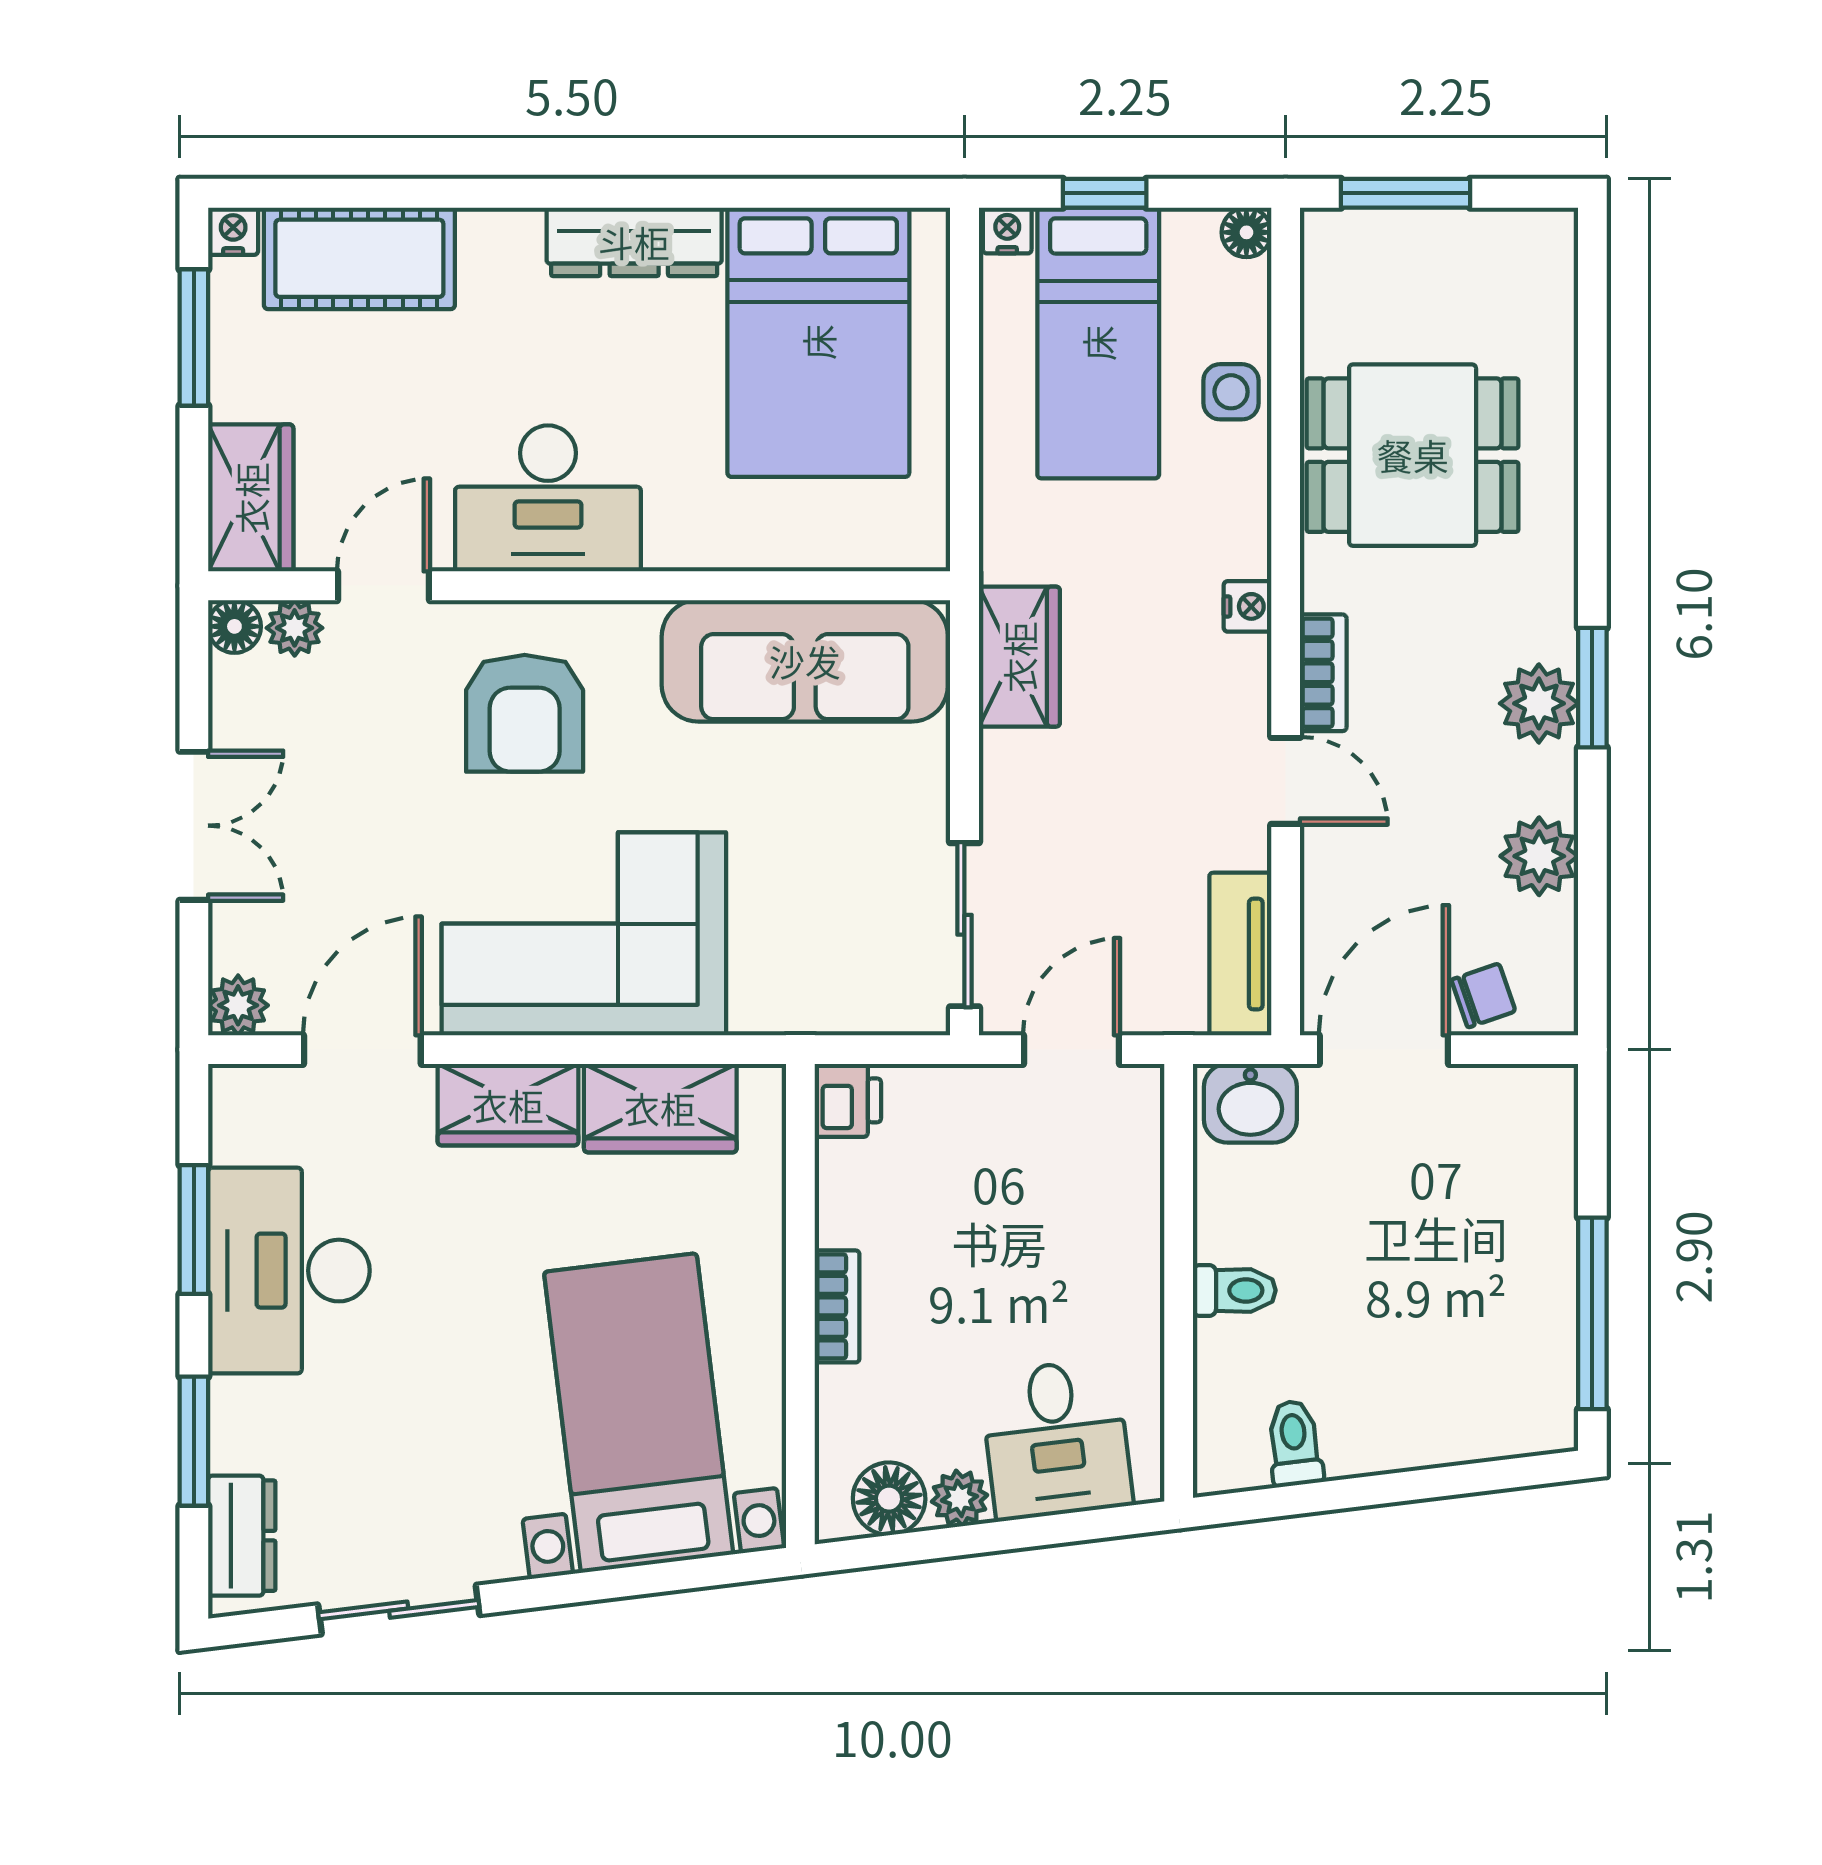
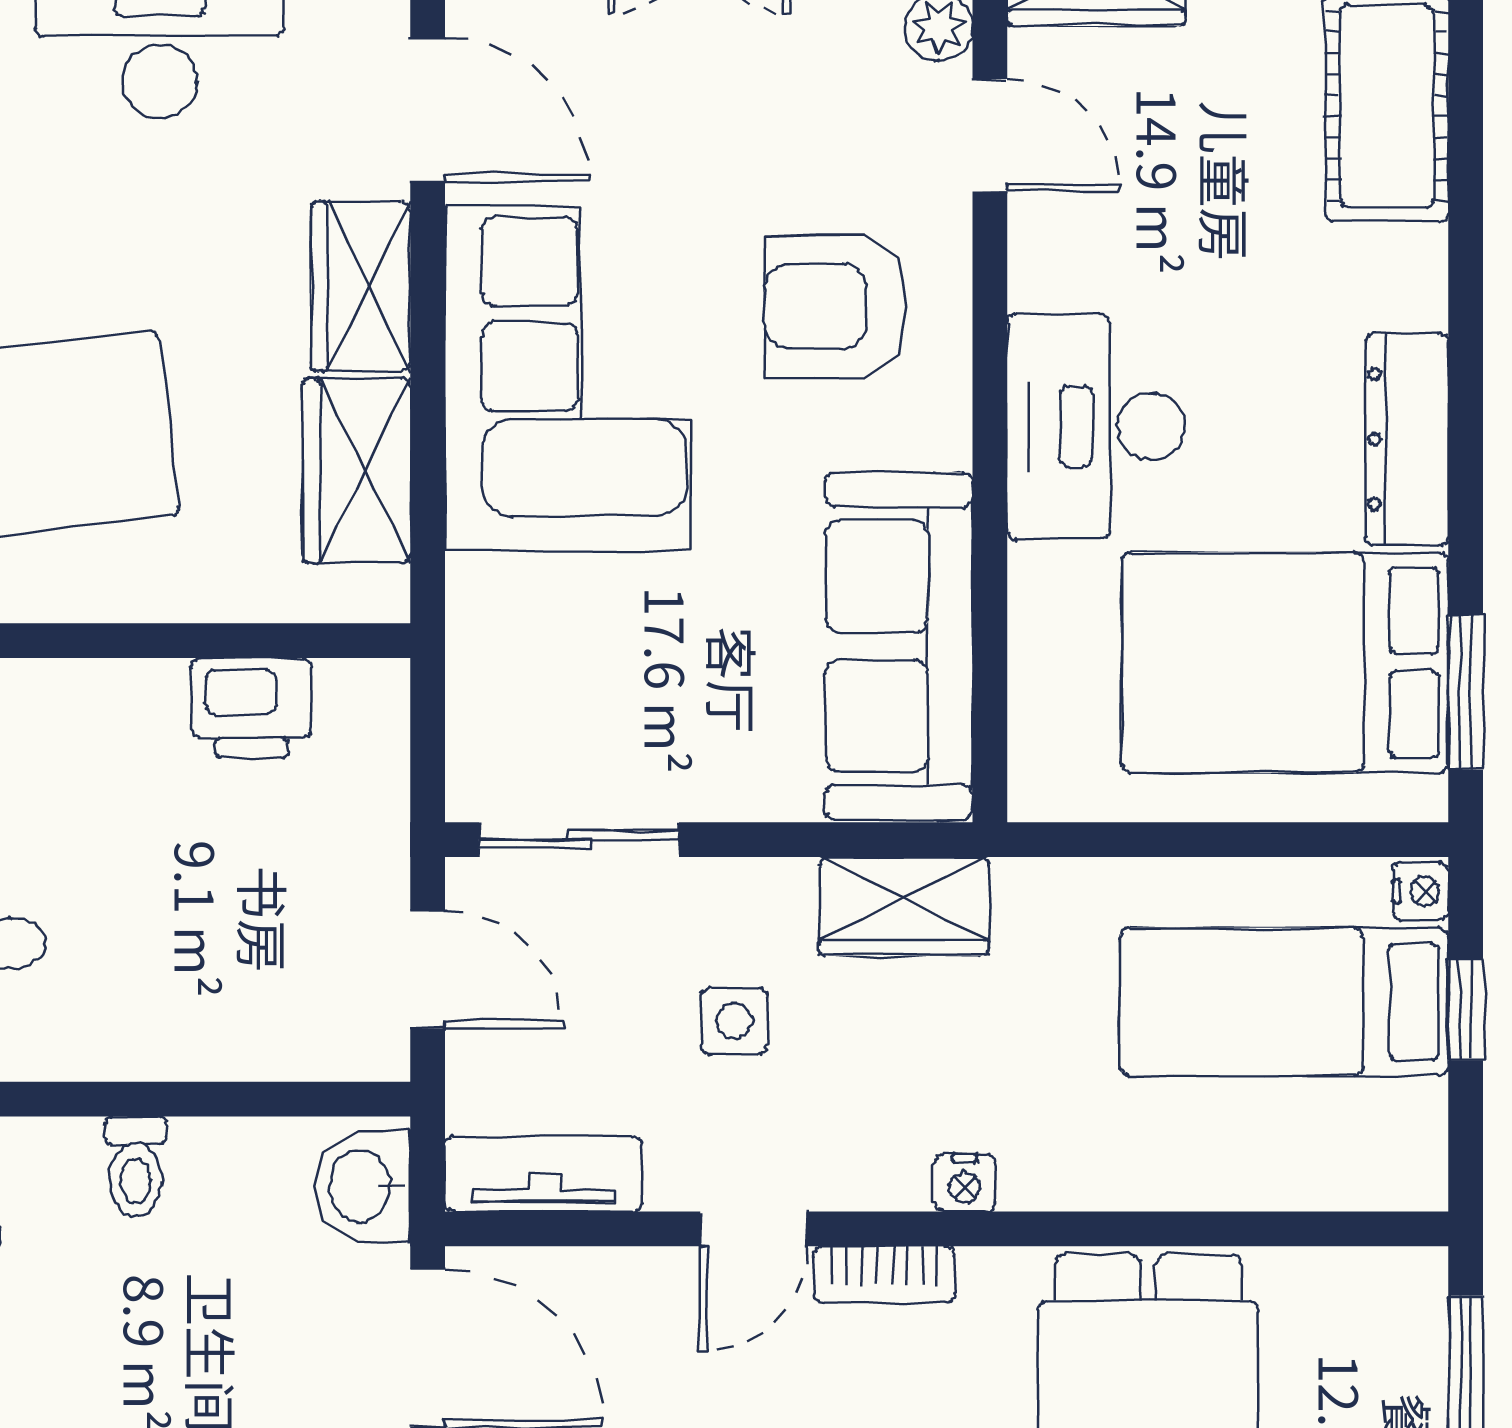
window: (843, 193) -> (1466, 692), added
floor lamp: (1246, 232) -> (1418, 1181), removed
side table: (1231, 392) -> (734, 1021), moved
desk: (548, 498) -> (1096, 427), moved
printer: (848, 1100) -> (251, 708), moved, width x1.36, depth x1.24
bookcase: (837, 1306) -> (116, 685), removed

